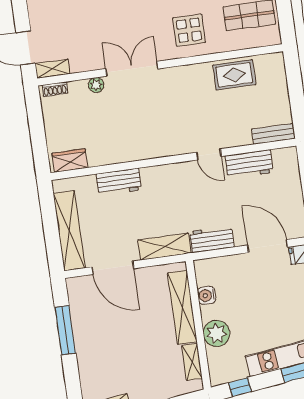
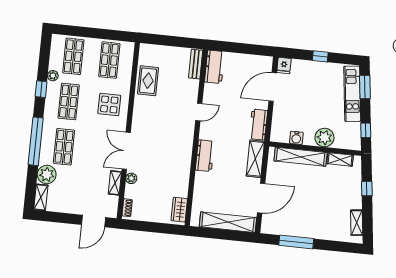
shelving: (52, 69) -> (115, 183), moved
workbench: (249, 164) -> (214, 67), moved
workbench: (119, 182) -> (205, 156), moved

